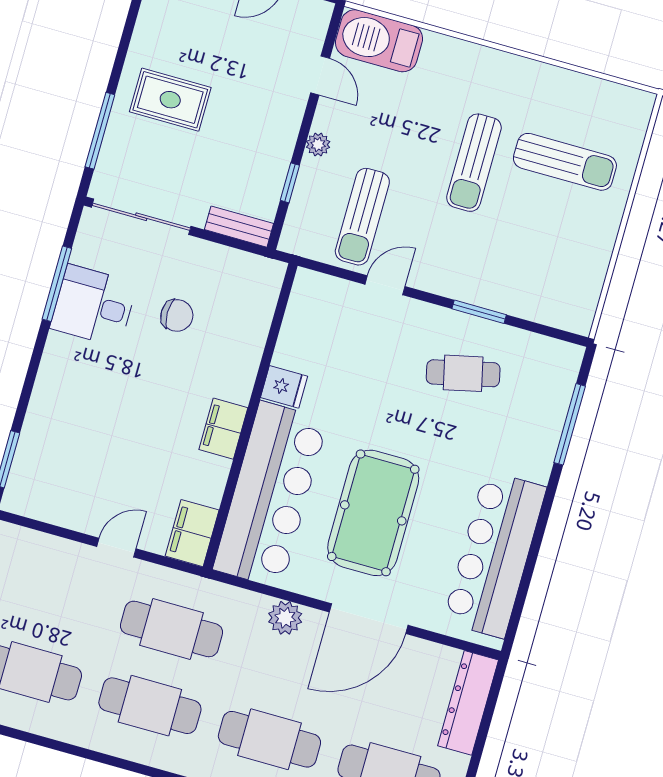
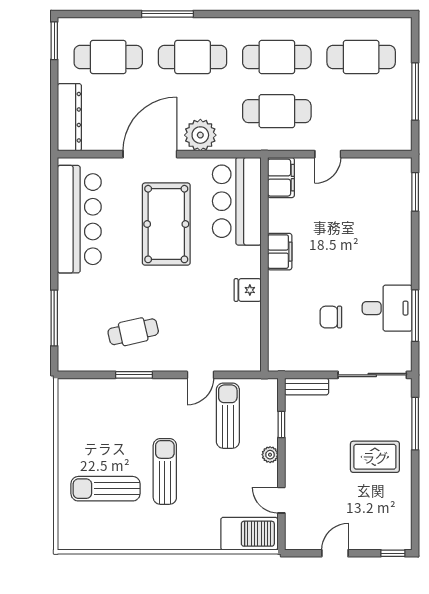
bar counter: (270, 495) -> (237, 201), width x0.73
plant: (285, 618) -> (200, 135), width x1.36, depth x1.36

